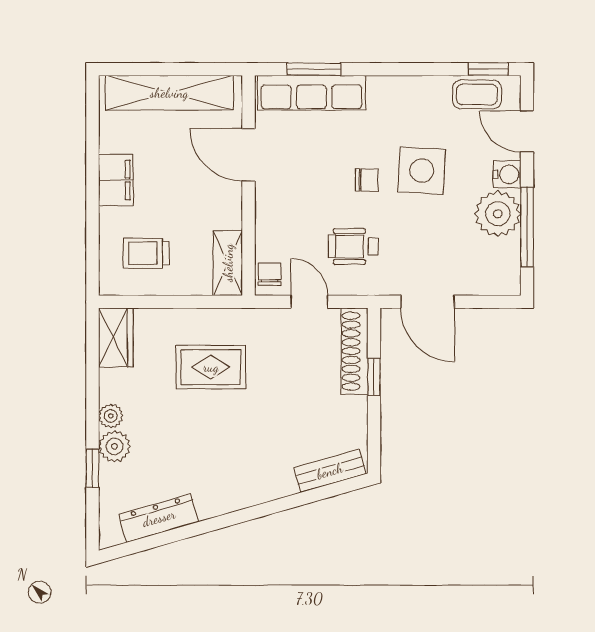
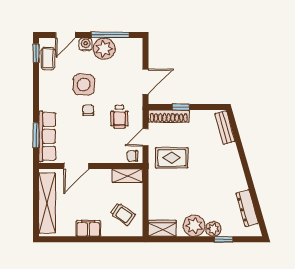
trolley: (146, 253) -> (123, 214), turned -54
rug: (211, 367) -> (172, 158), moved, turned 90
plant: (111, 416) -> (194, 226), width x1.88, depth x1.88

